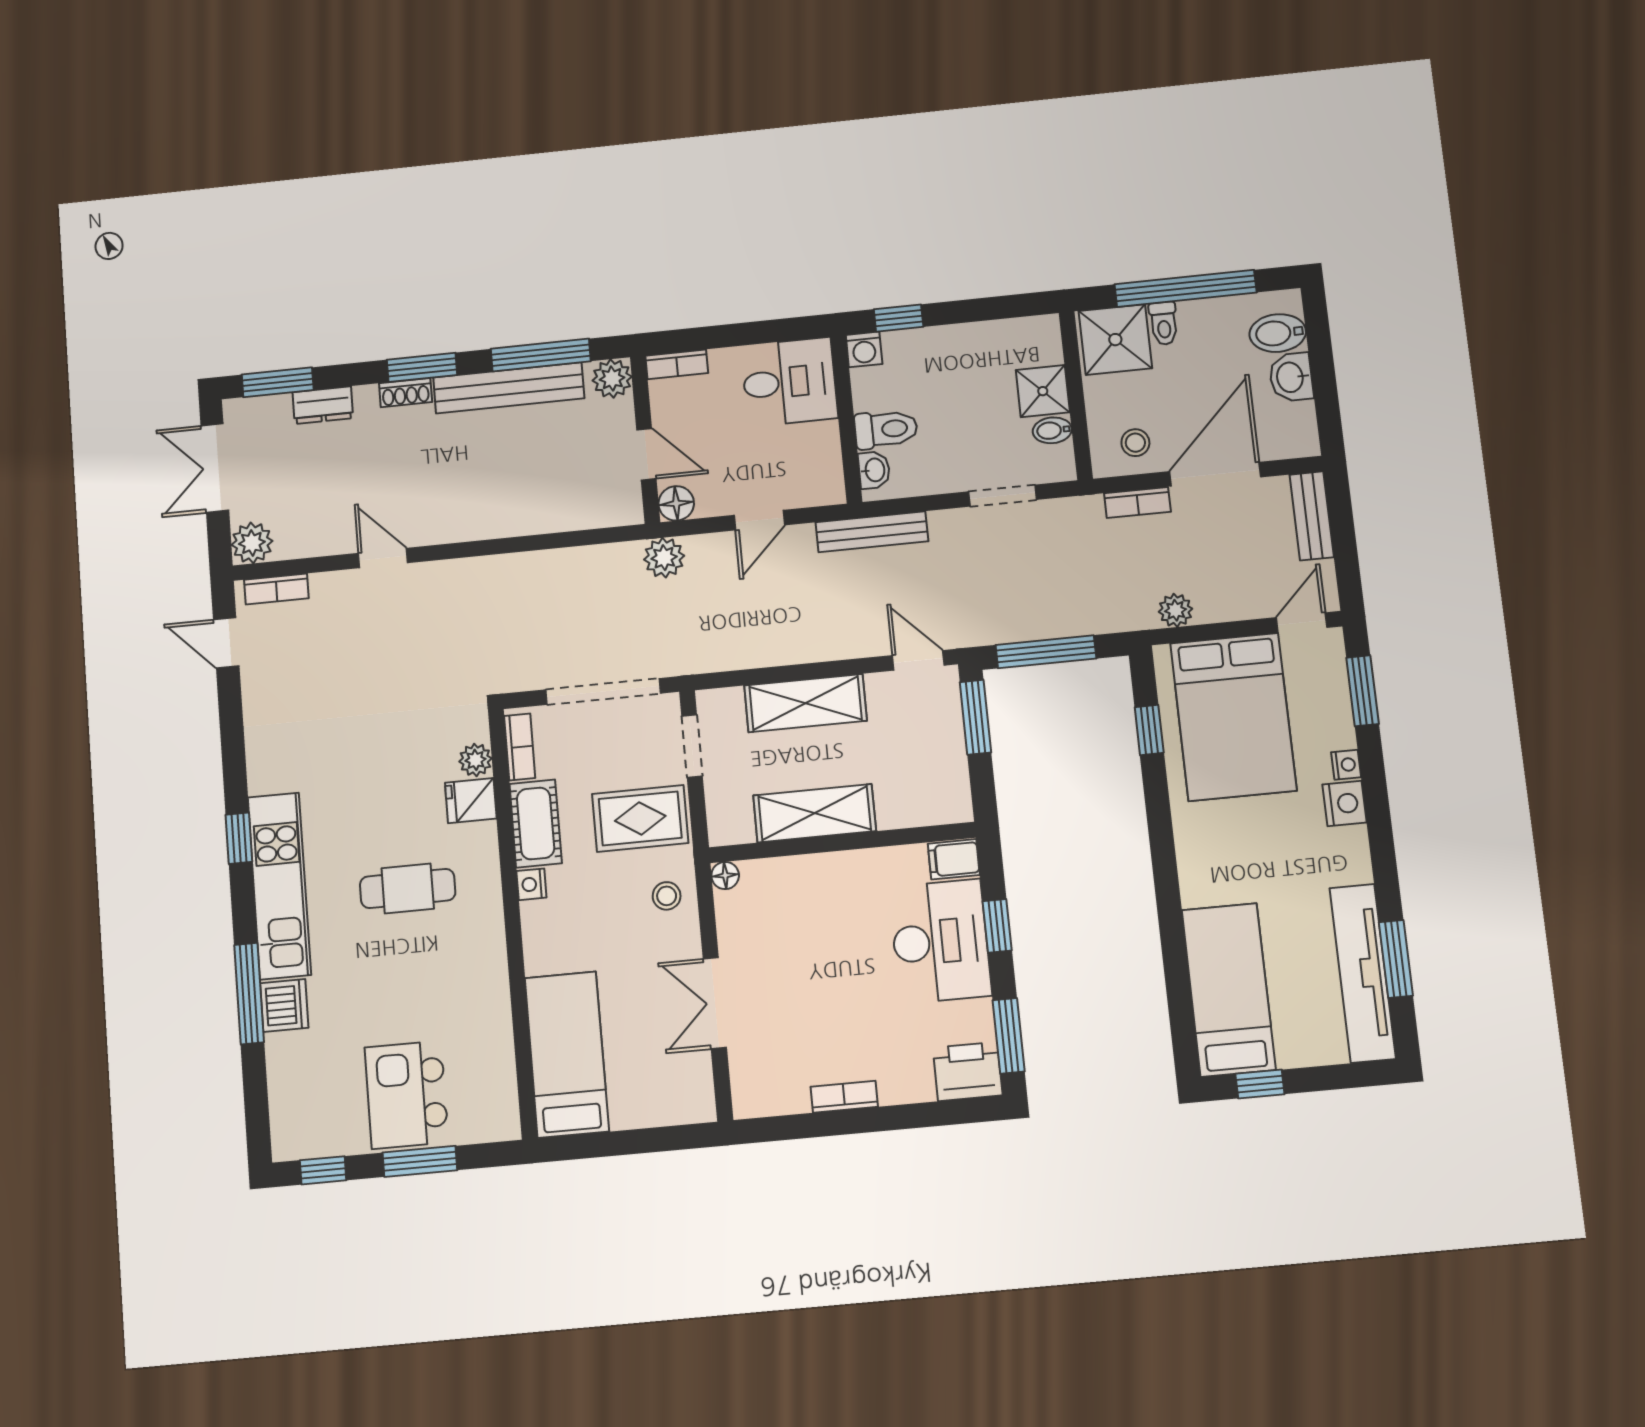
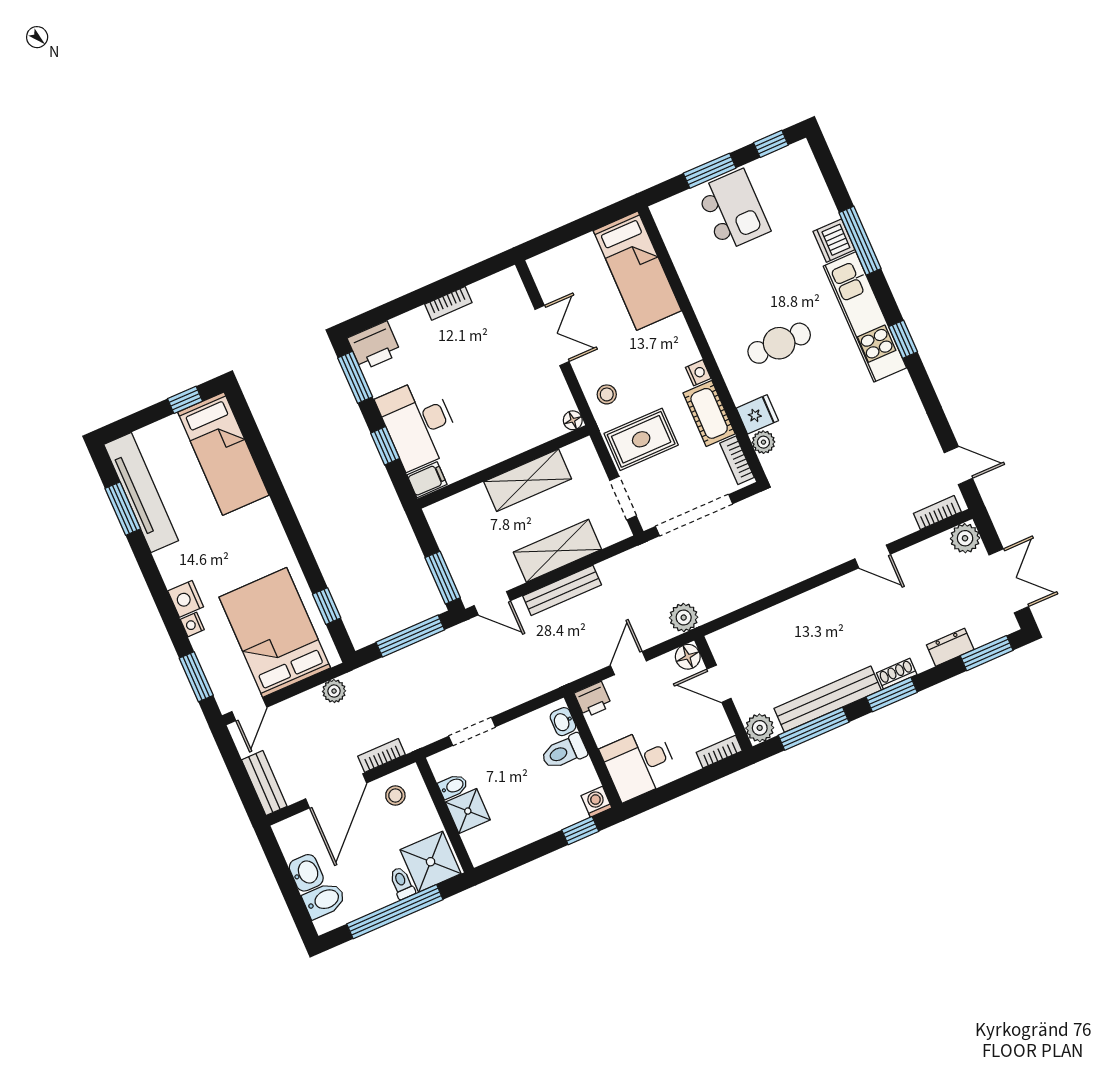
printer: (824, 487) -> (593, 700), added
bench: (872, 532) -> (562, 590), moved

